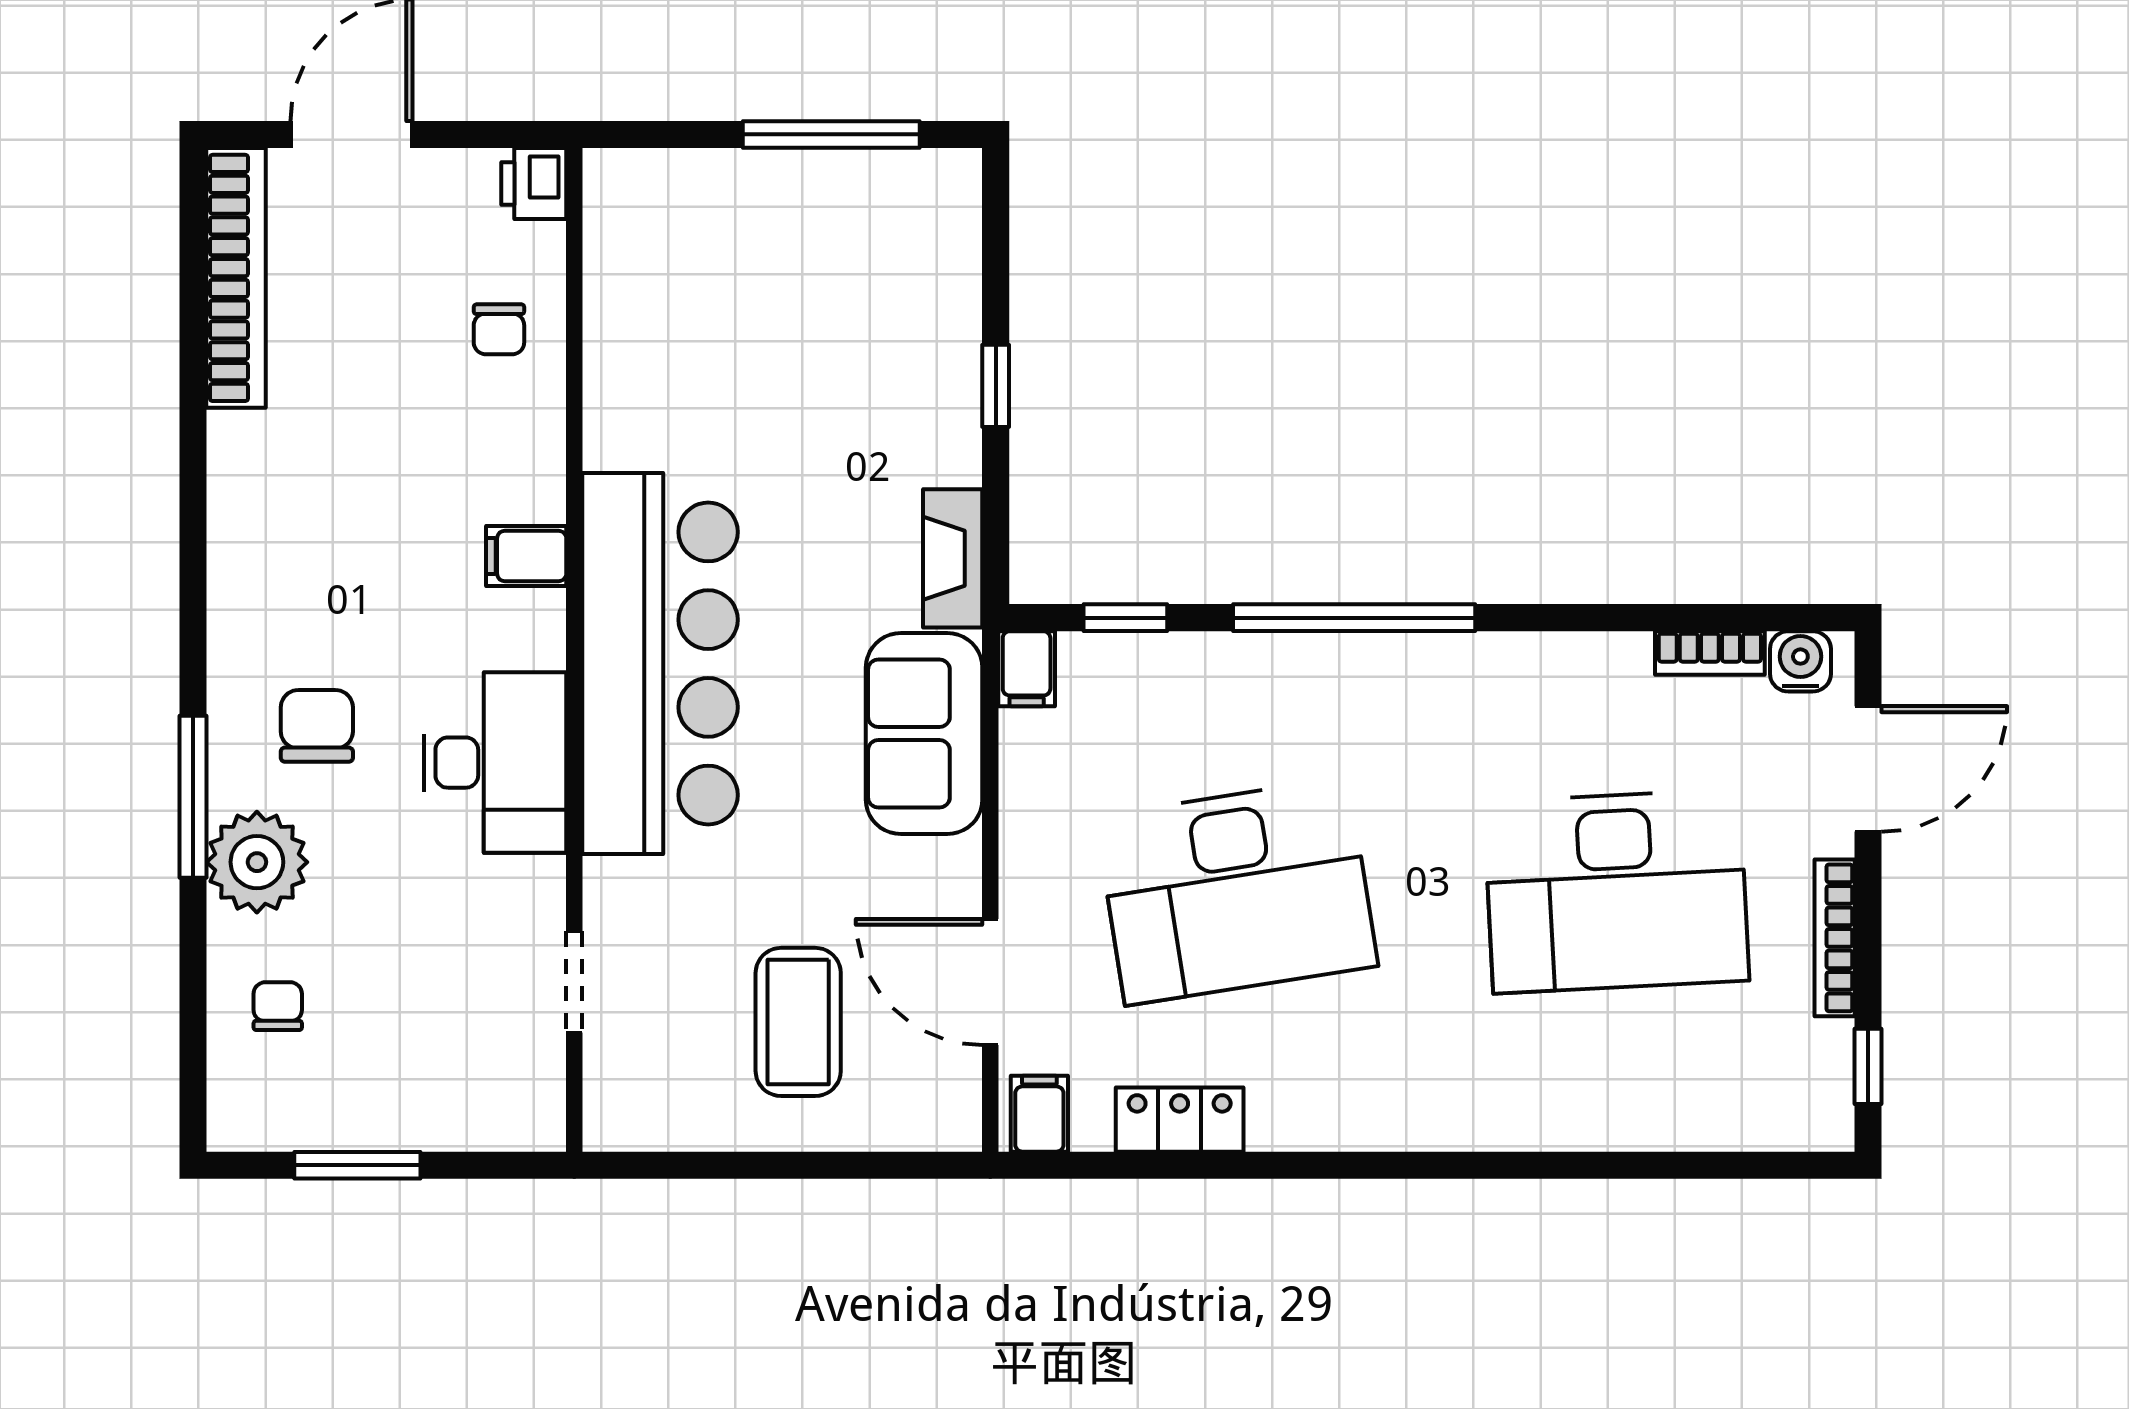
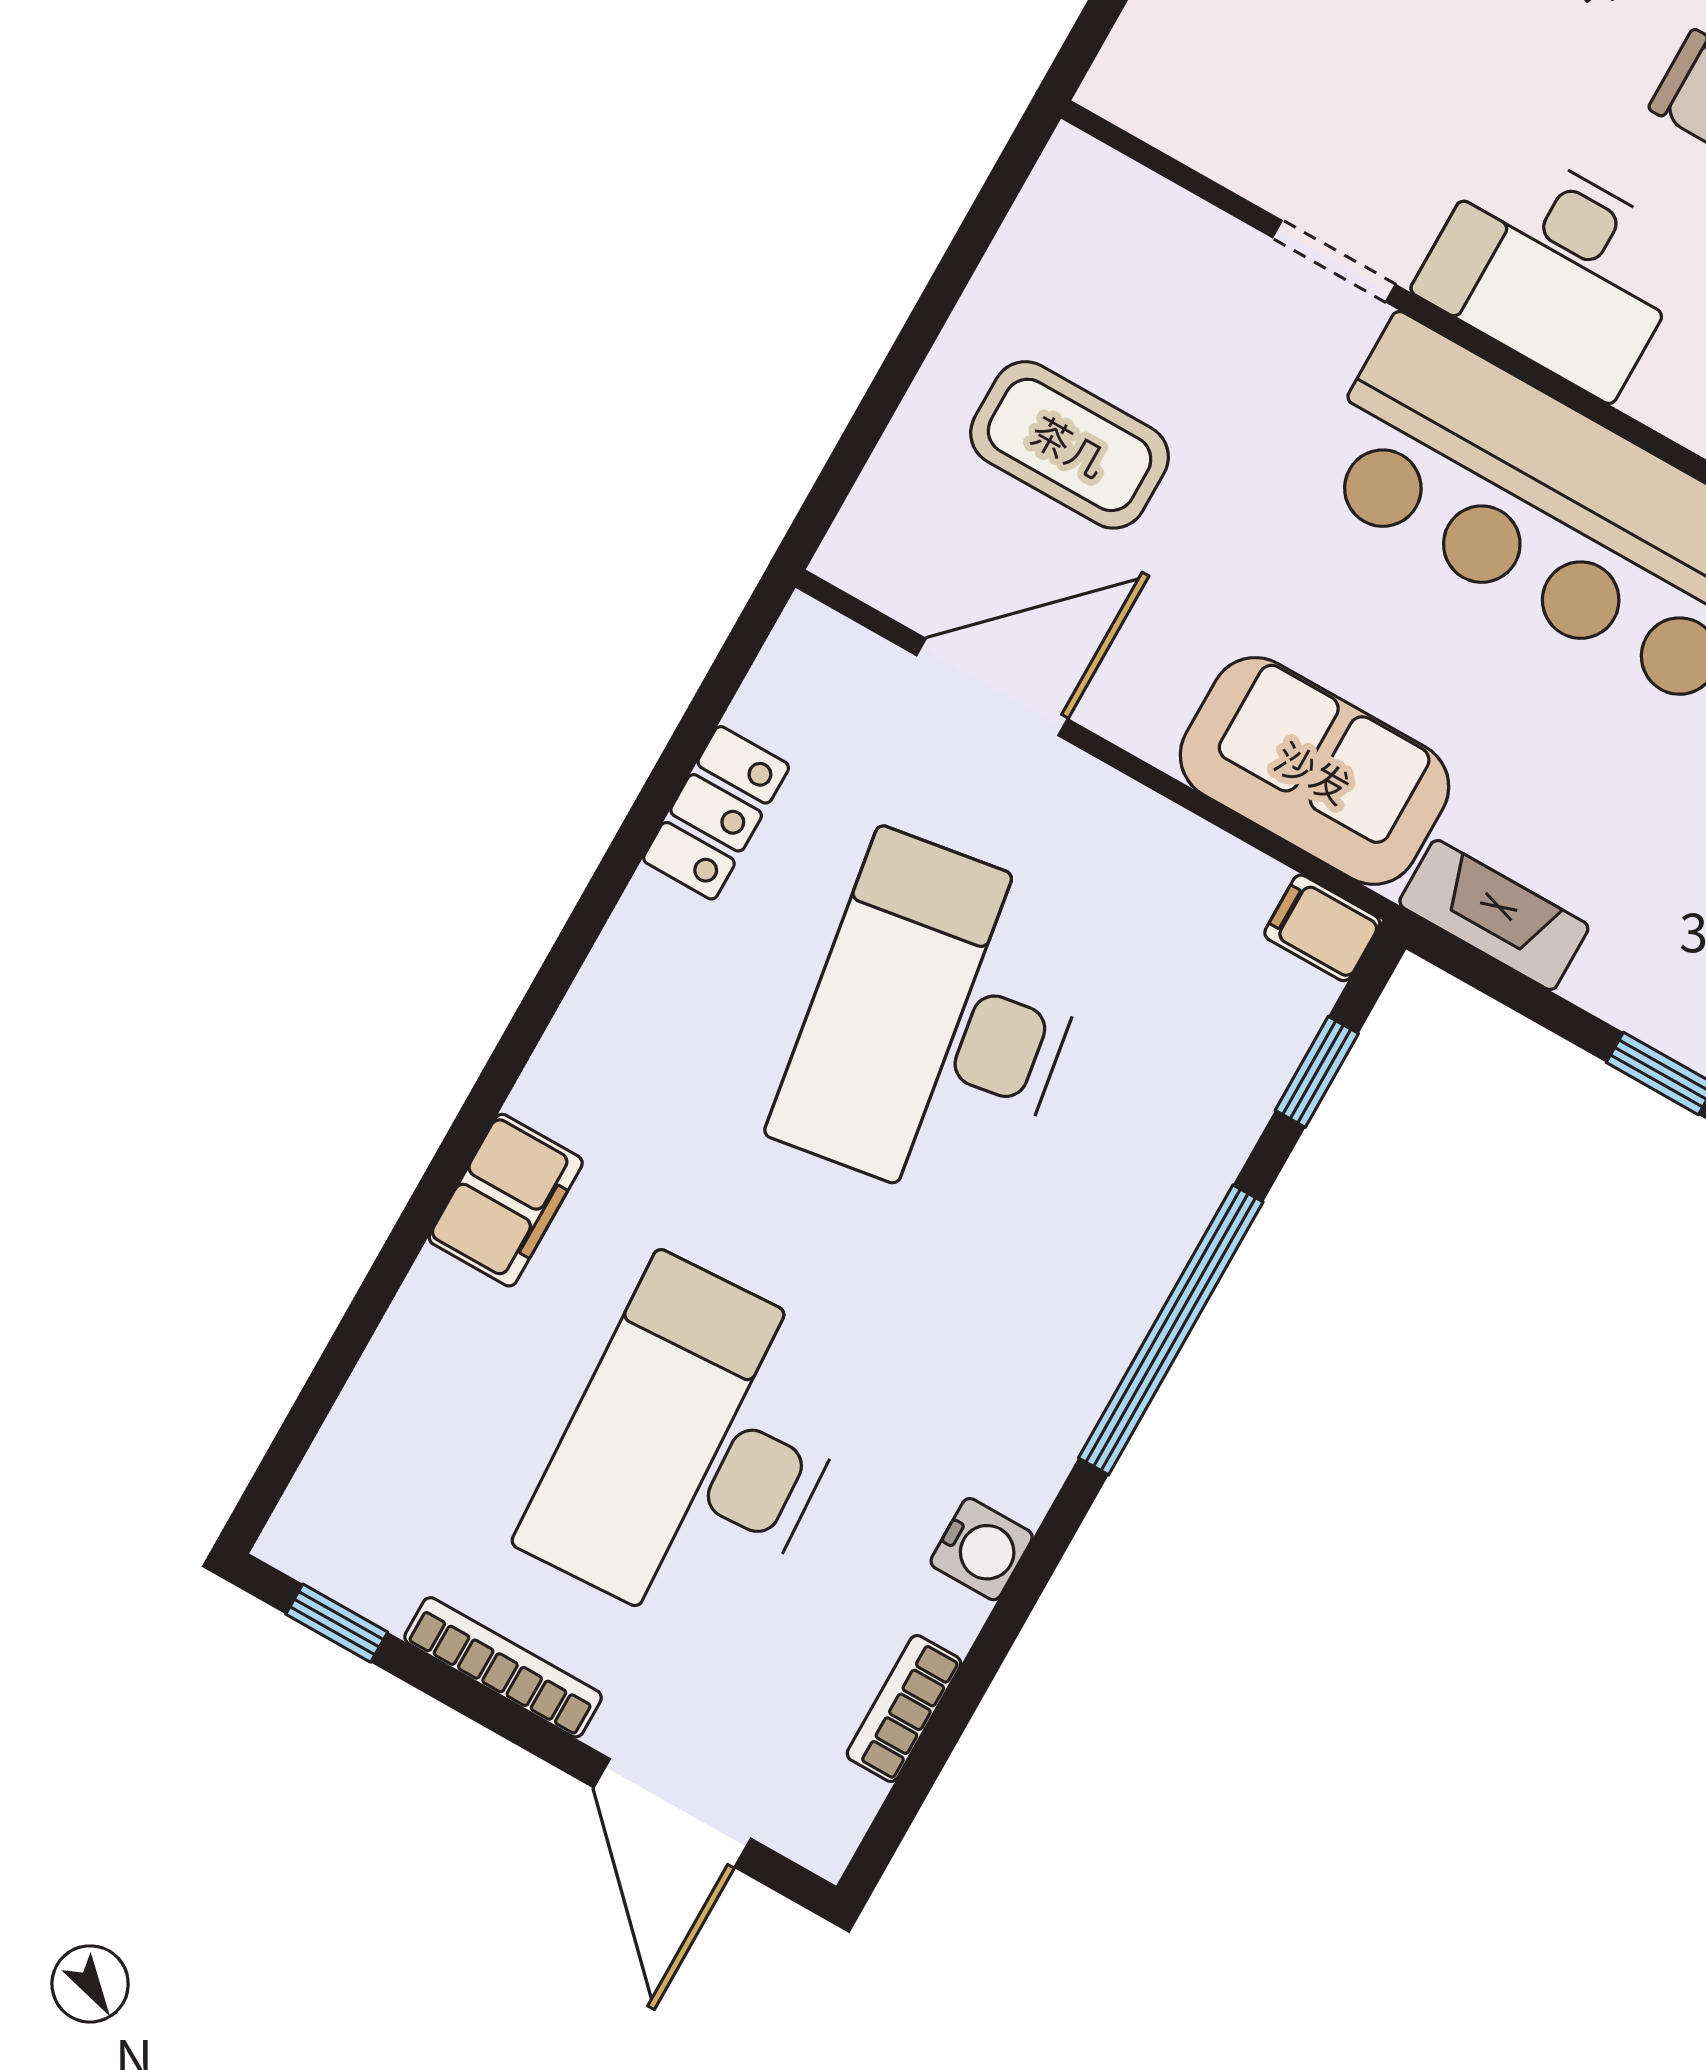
water cooler: (1800, 661) -> (982, 1549), moved
doorway: (574, 982) -> (1334, 261), moved
filing cabinet: (1039, 1114) -> (506, 1200), moved, width x2.00

